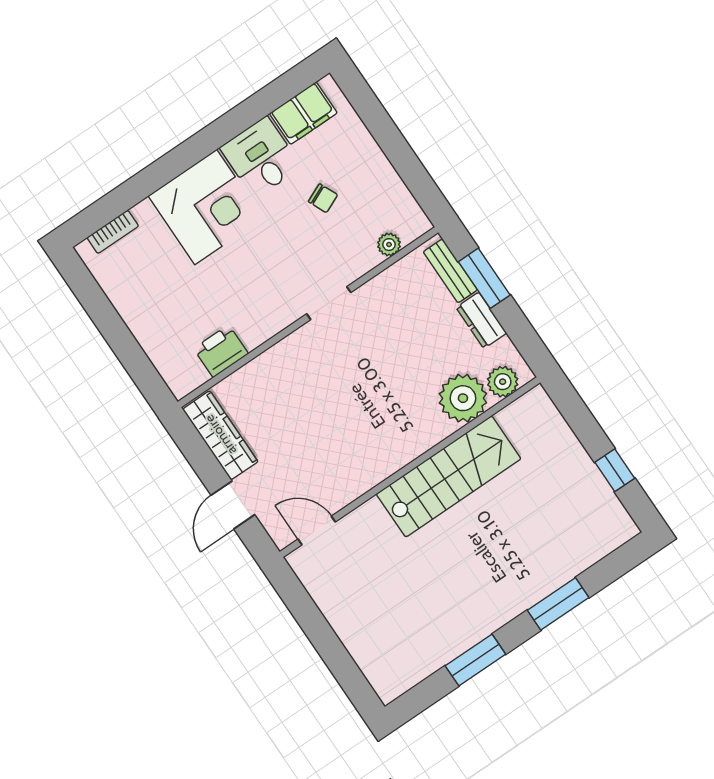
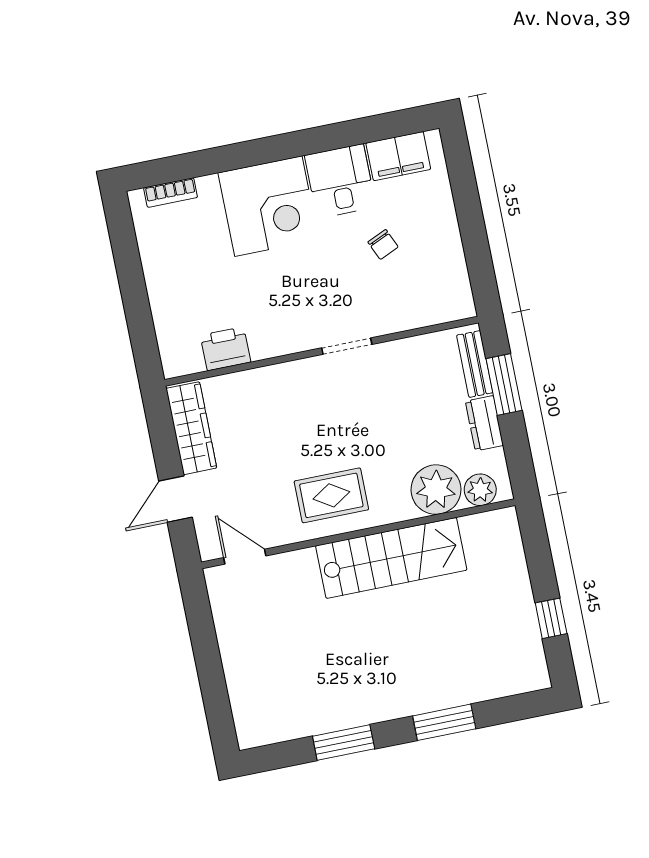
plant: (389, 245) -> (427, 315), removed
rug: (371, 443) -> (331, 495), added

